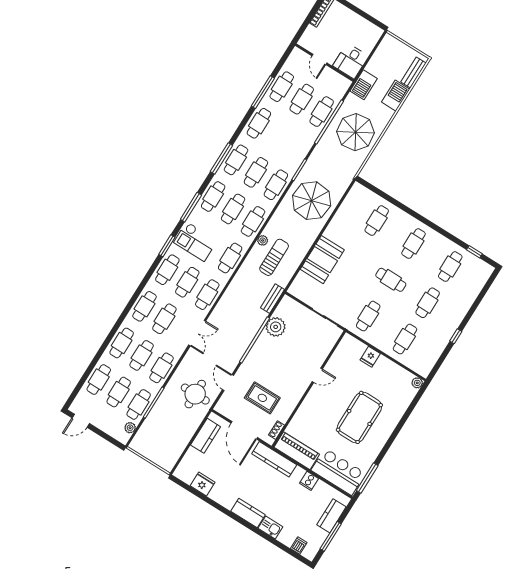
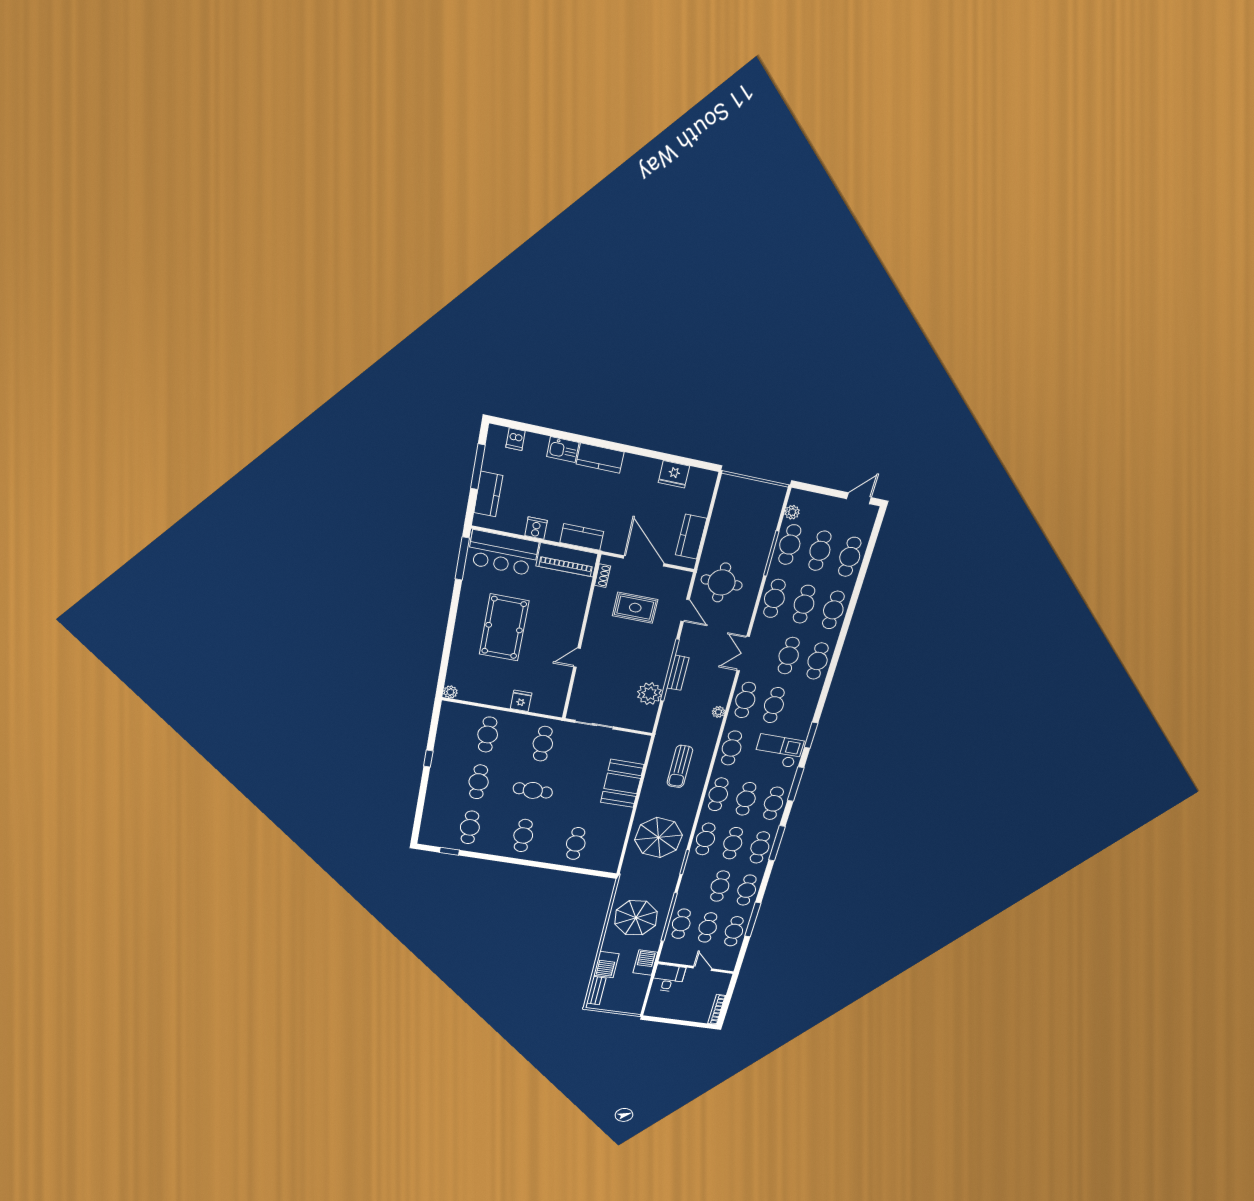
plant: (263, 240) -> (718, 712), moved
cafe table: (167, 270) -> (720, 886), moved
bench: (272, 299) -> (678, 673), moved
kitchen counter: (274, 459) -> (582, 537), width x0.67

